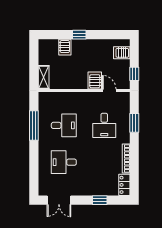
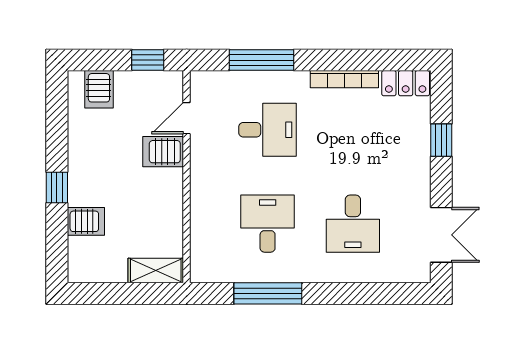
window: (134, 123) -> (262, 60), width x1.44

